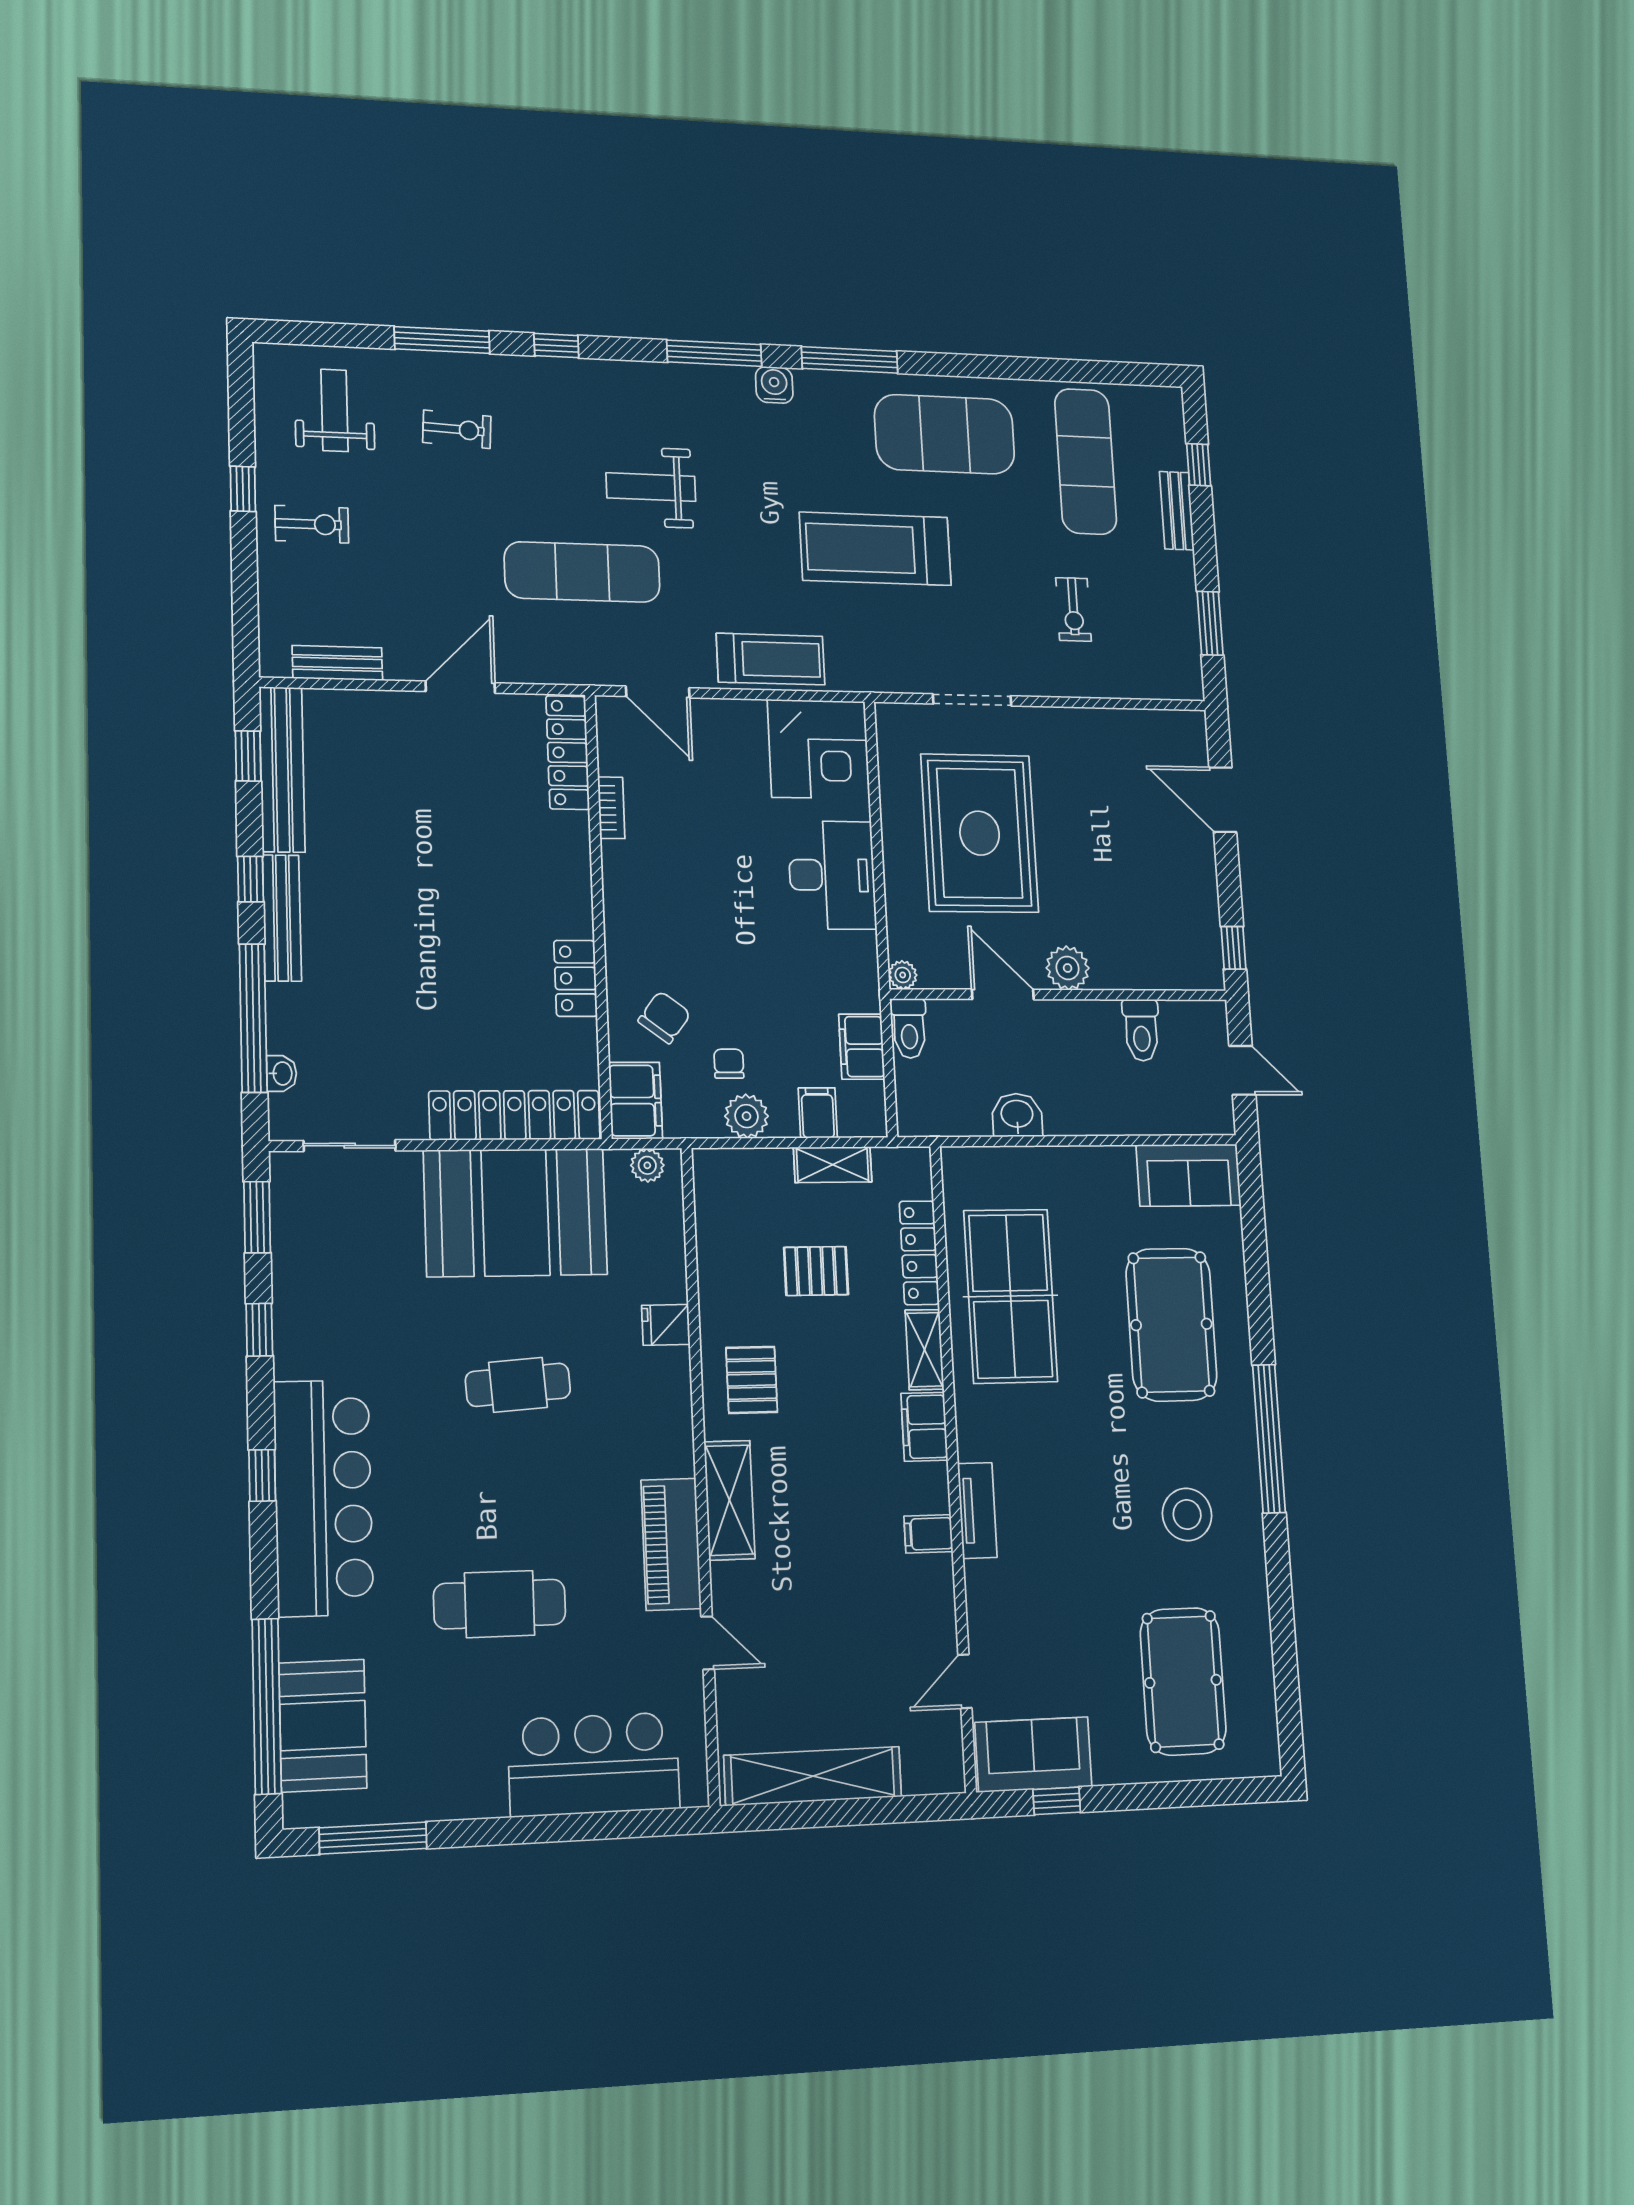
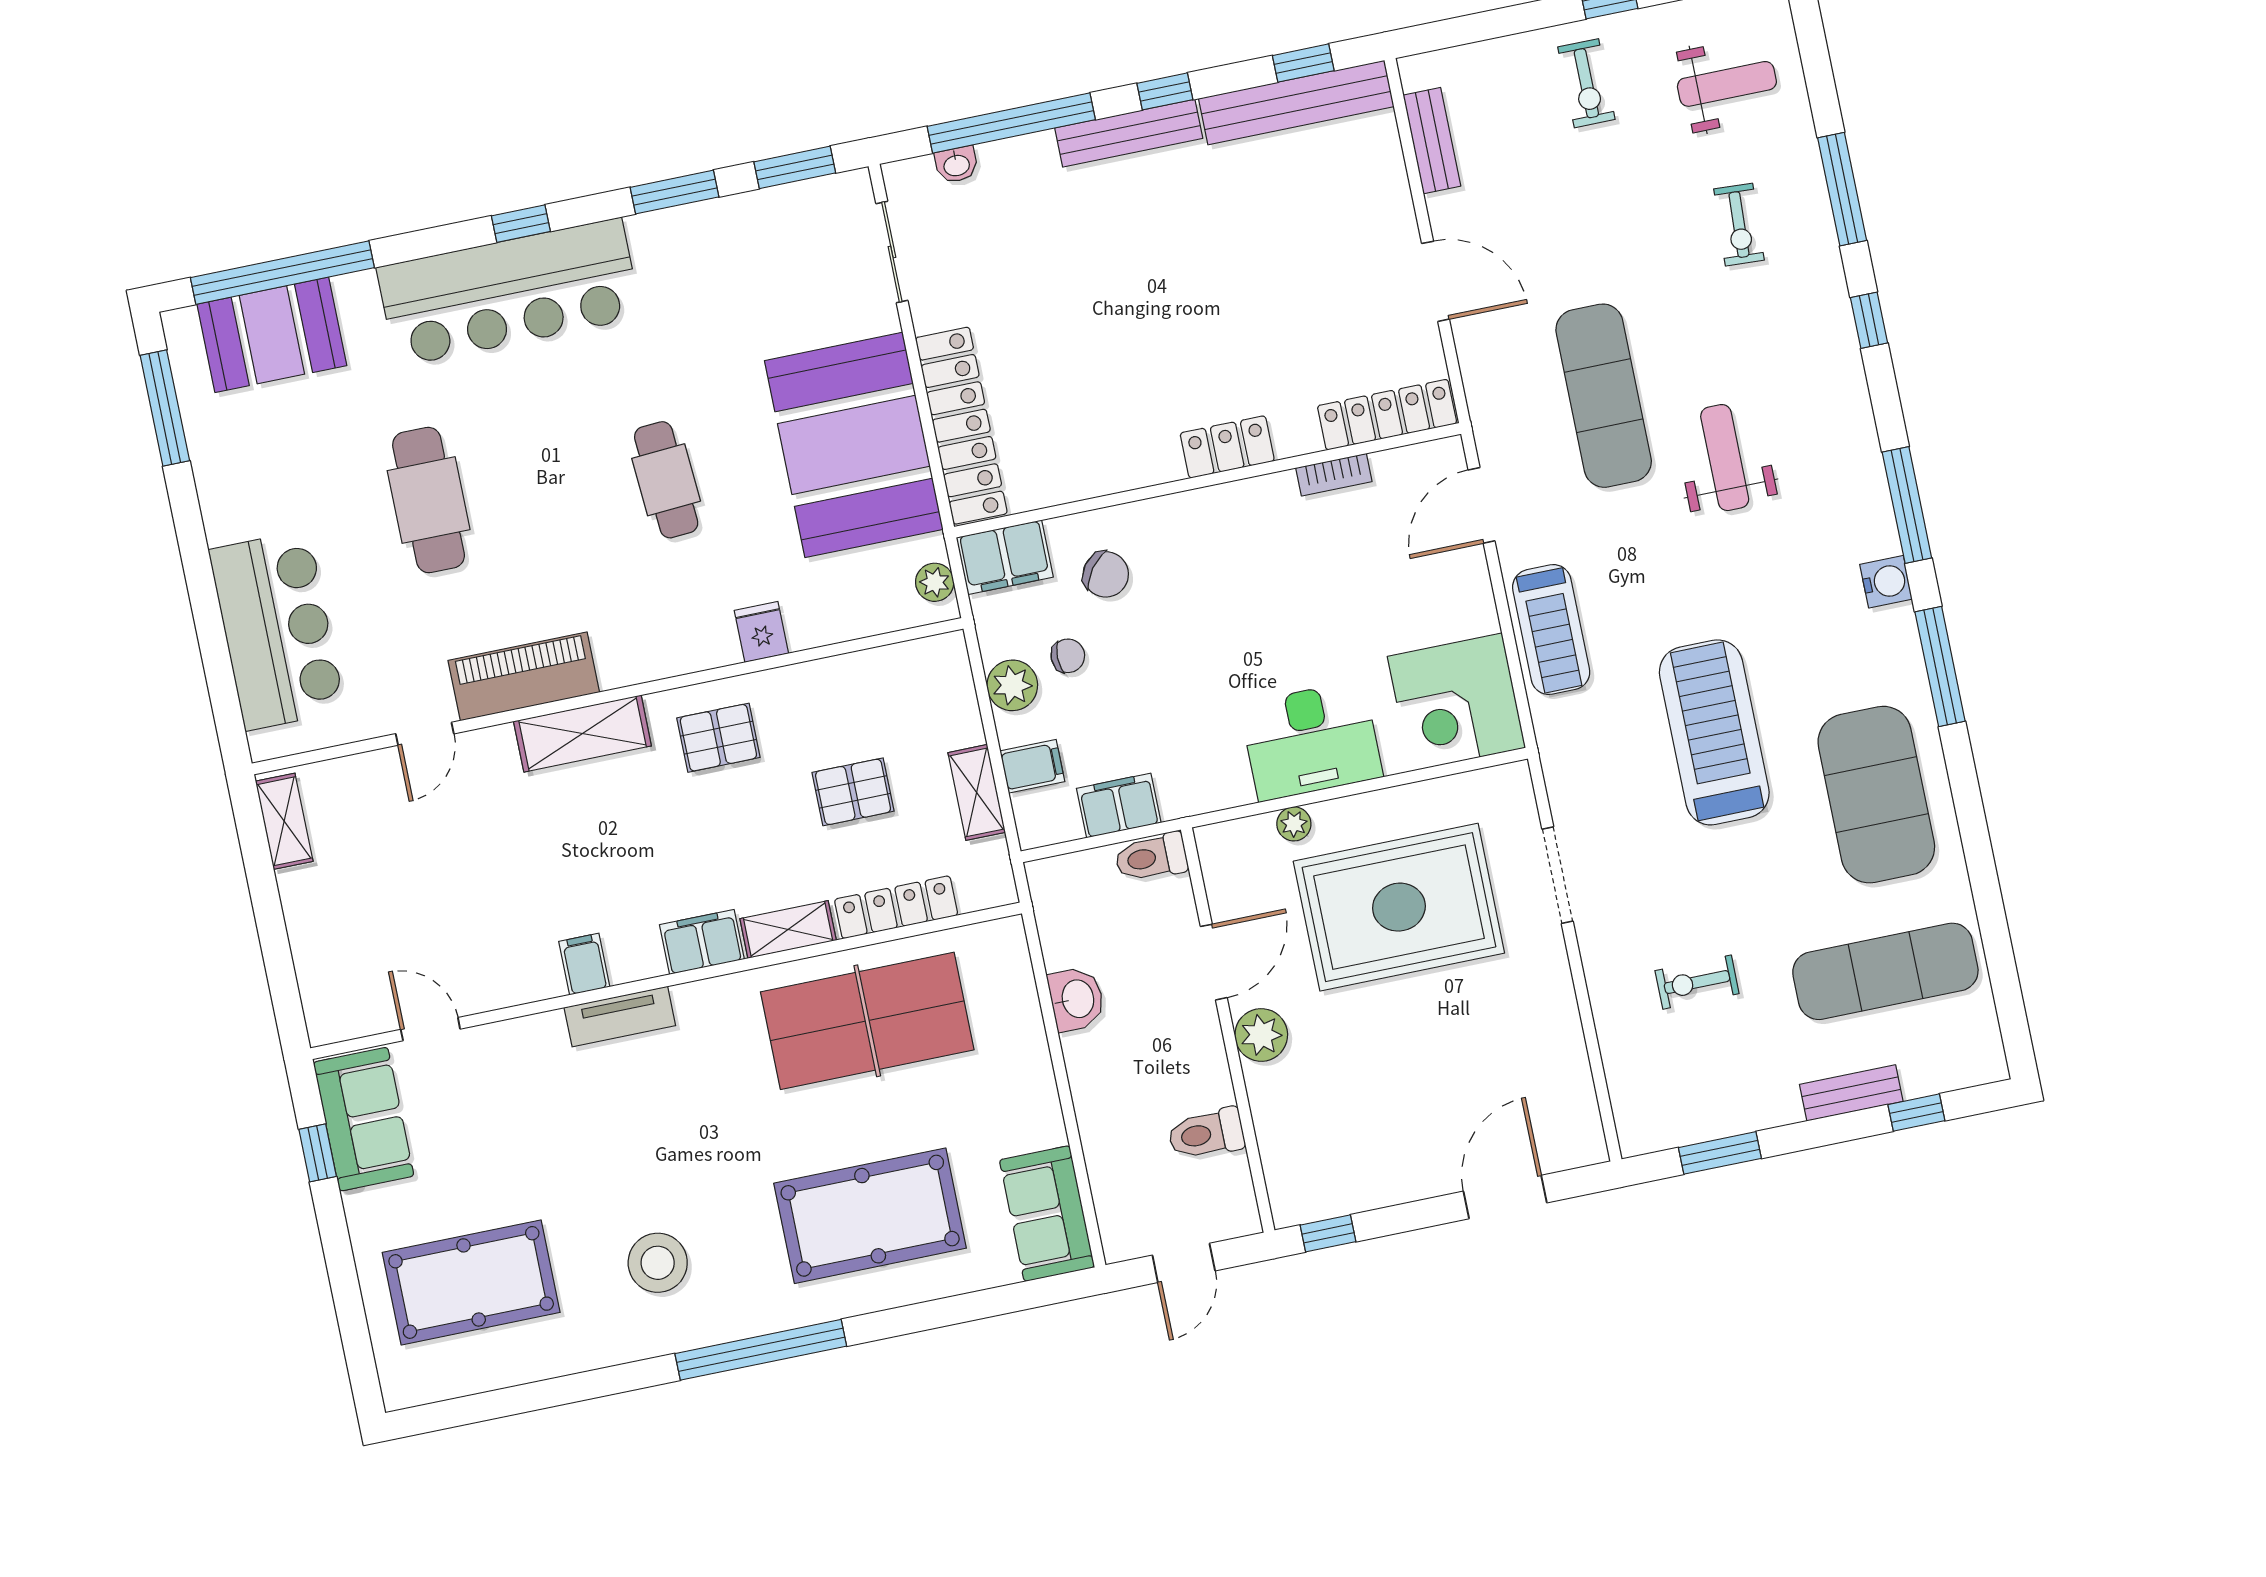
plant: (903, 975) -> (1294, 824), moved
locker: (576, 978) -> (1227, 447), moved
pallet: (816, 1271) -> (853, 792), turned 90
window: (259, 1330) -> (675, 192), width x1.50
shelving: (813, 1776) -> (284, 821), width x0.45, depth x0.75

